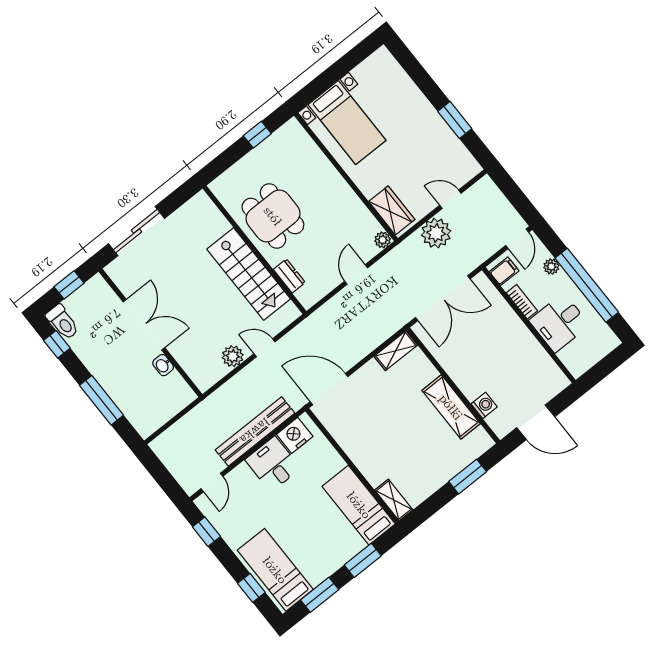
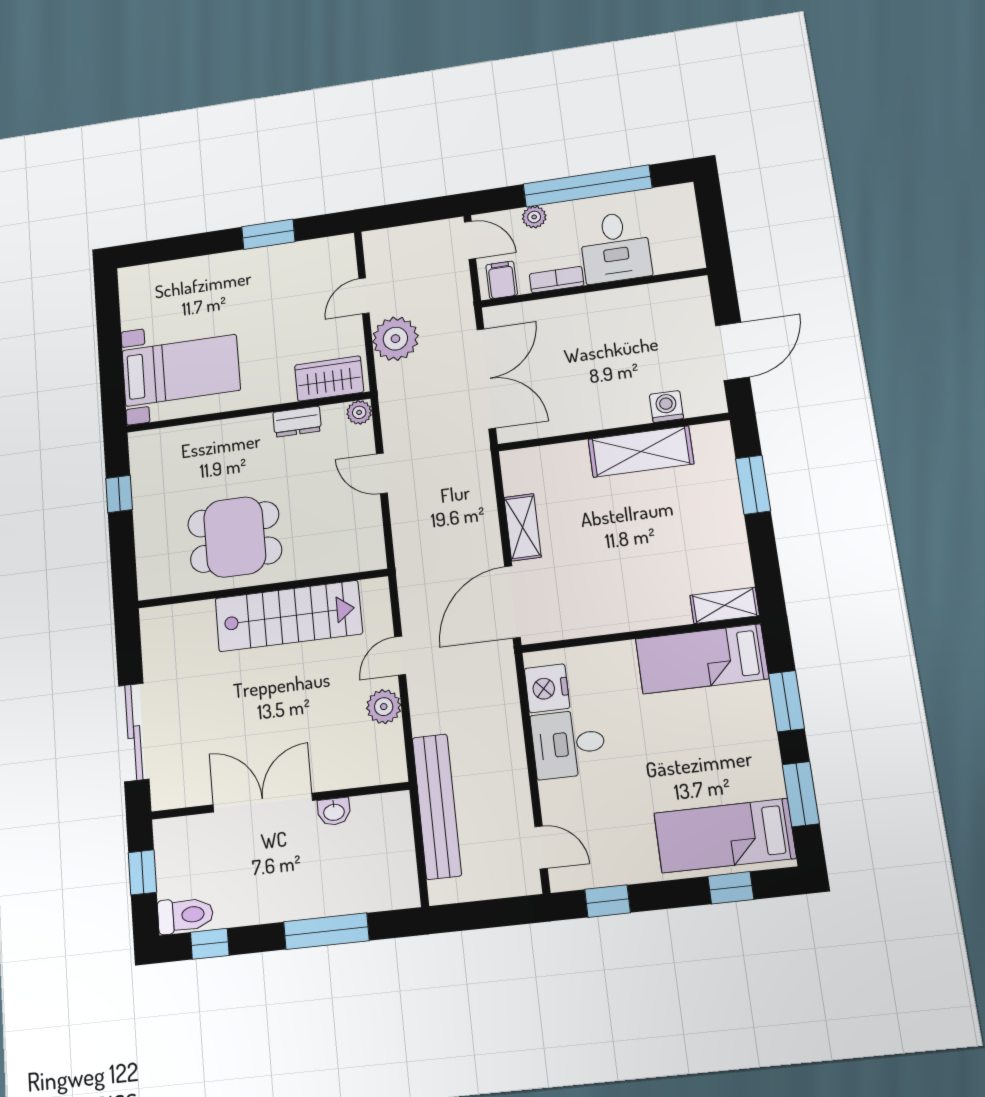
dresser: (289, 276) -> (297, 422), moved, turned 180
shelving: (396, 351) -> (523, 527), moved
bench: (255, 431) -> (437, 806), moved

